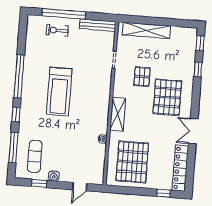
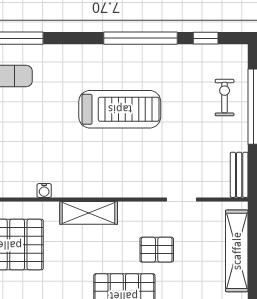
bench: (98, 25) -> (239, 175), width x0.73
treadmill: (59, 91) -> (120, 109), turned 180
window: (16, 114) -> (206, 38), moved

